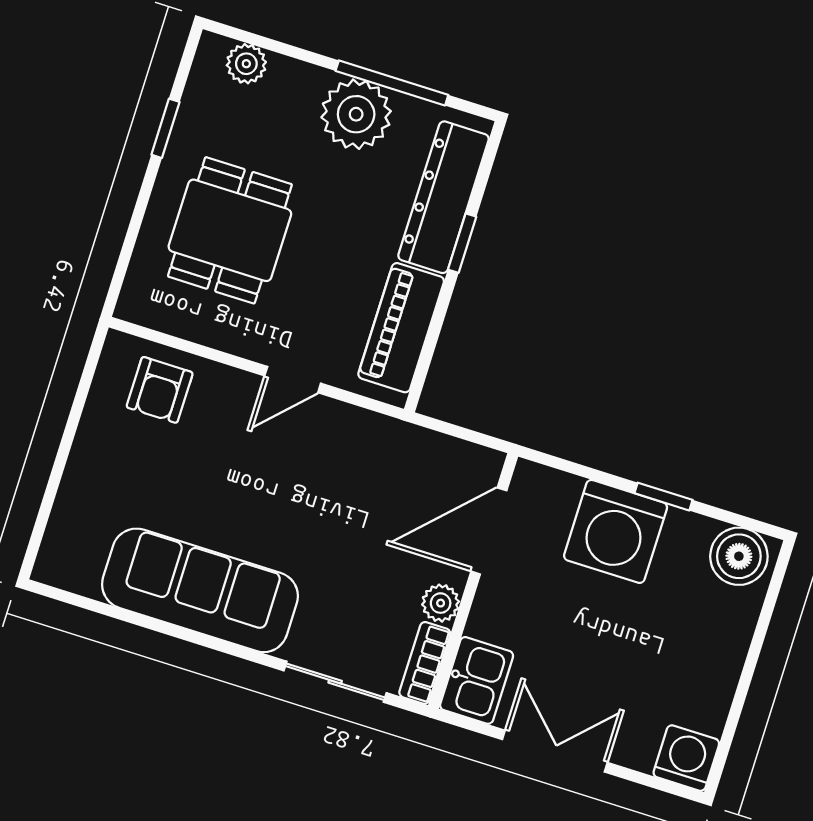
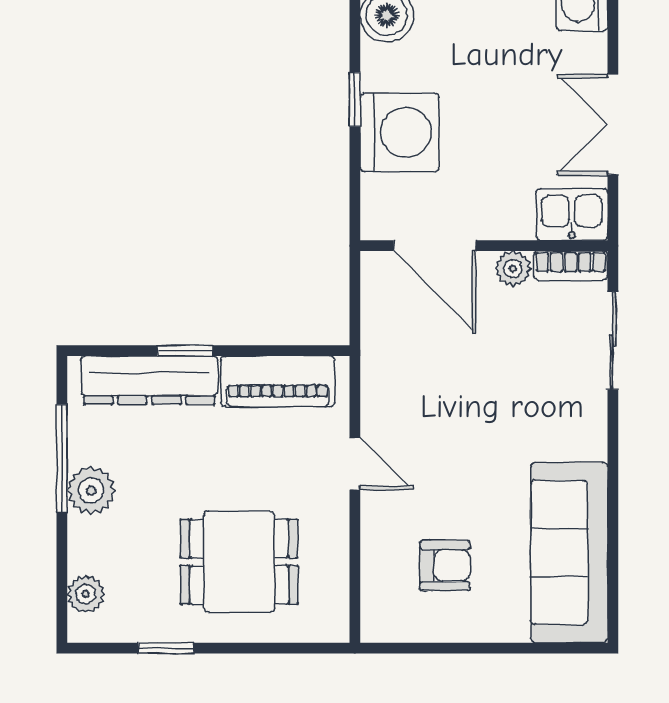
plant: (356, 114) -> (91, 490), width x0.73, depth x0.73
armchair: (160, 390) -> (445, 566), moved
sofa: (200, 590) -> (569, 553), moved

